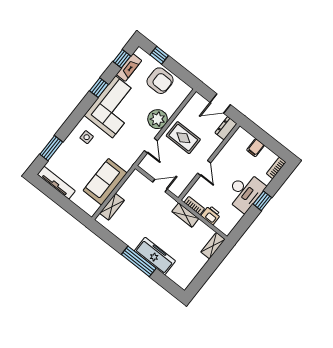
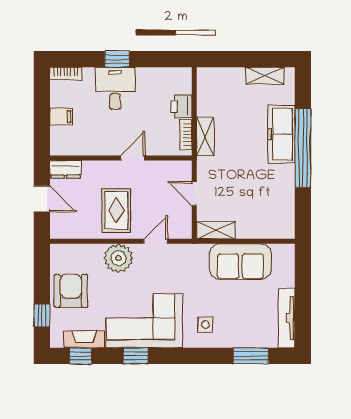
desk: (245, 192) -> (115, 88), width x0.73
shelving: (112, 207) -> (216, 230), moved
shelving: (213, 246) -> (265, 76), moved
window: (139, 261) -> (303, 148), width x1.46

